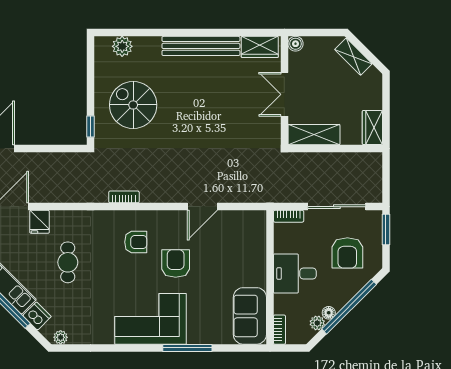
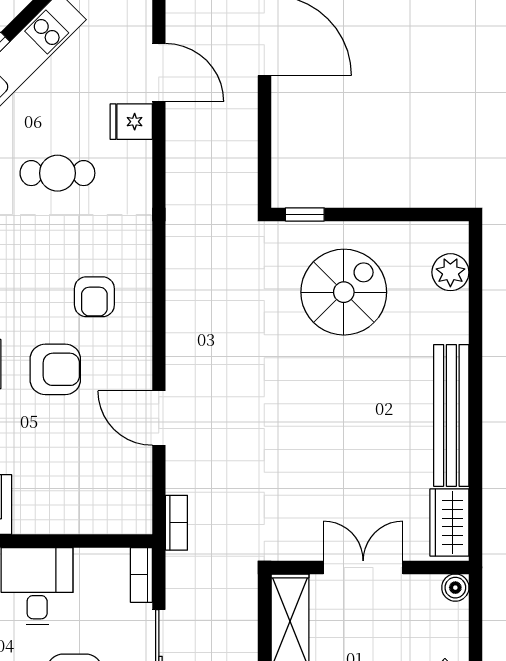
bookcase: (124, 197) -> (176, 523), moved

